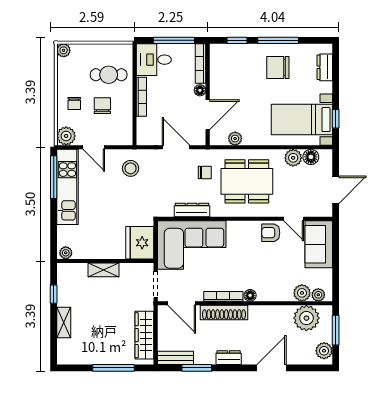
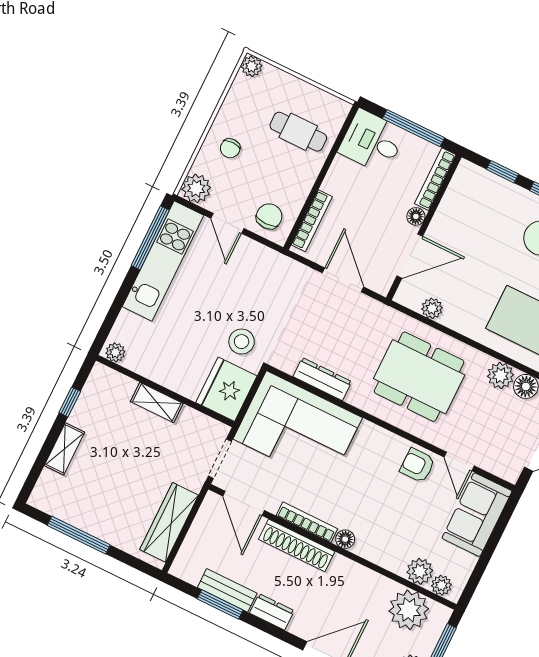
bookcase: (141, 97) -> (312, 221), moved
chair: (102, 106) -> (269, 216), moved
stool: (131, 168) -> (242, 342), moved
chair: (205, 173) -> (366, 335), removed
bench: (175, 358) -> (227, 590), moved
window: (113, 368) -> (79, 535), moved

